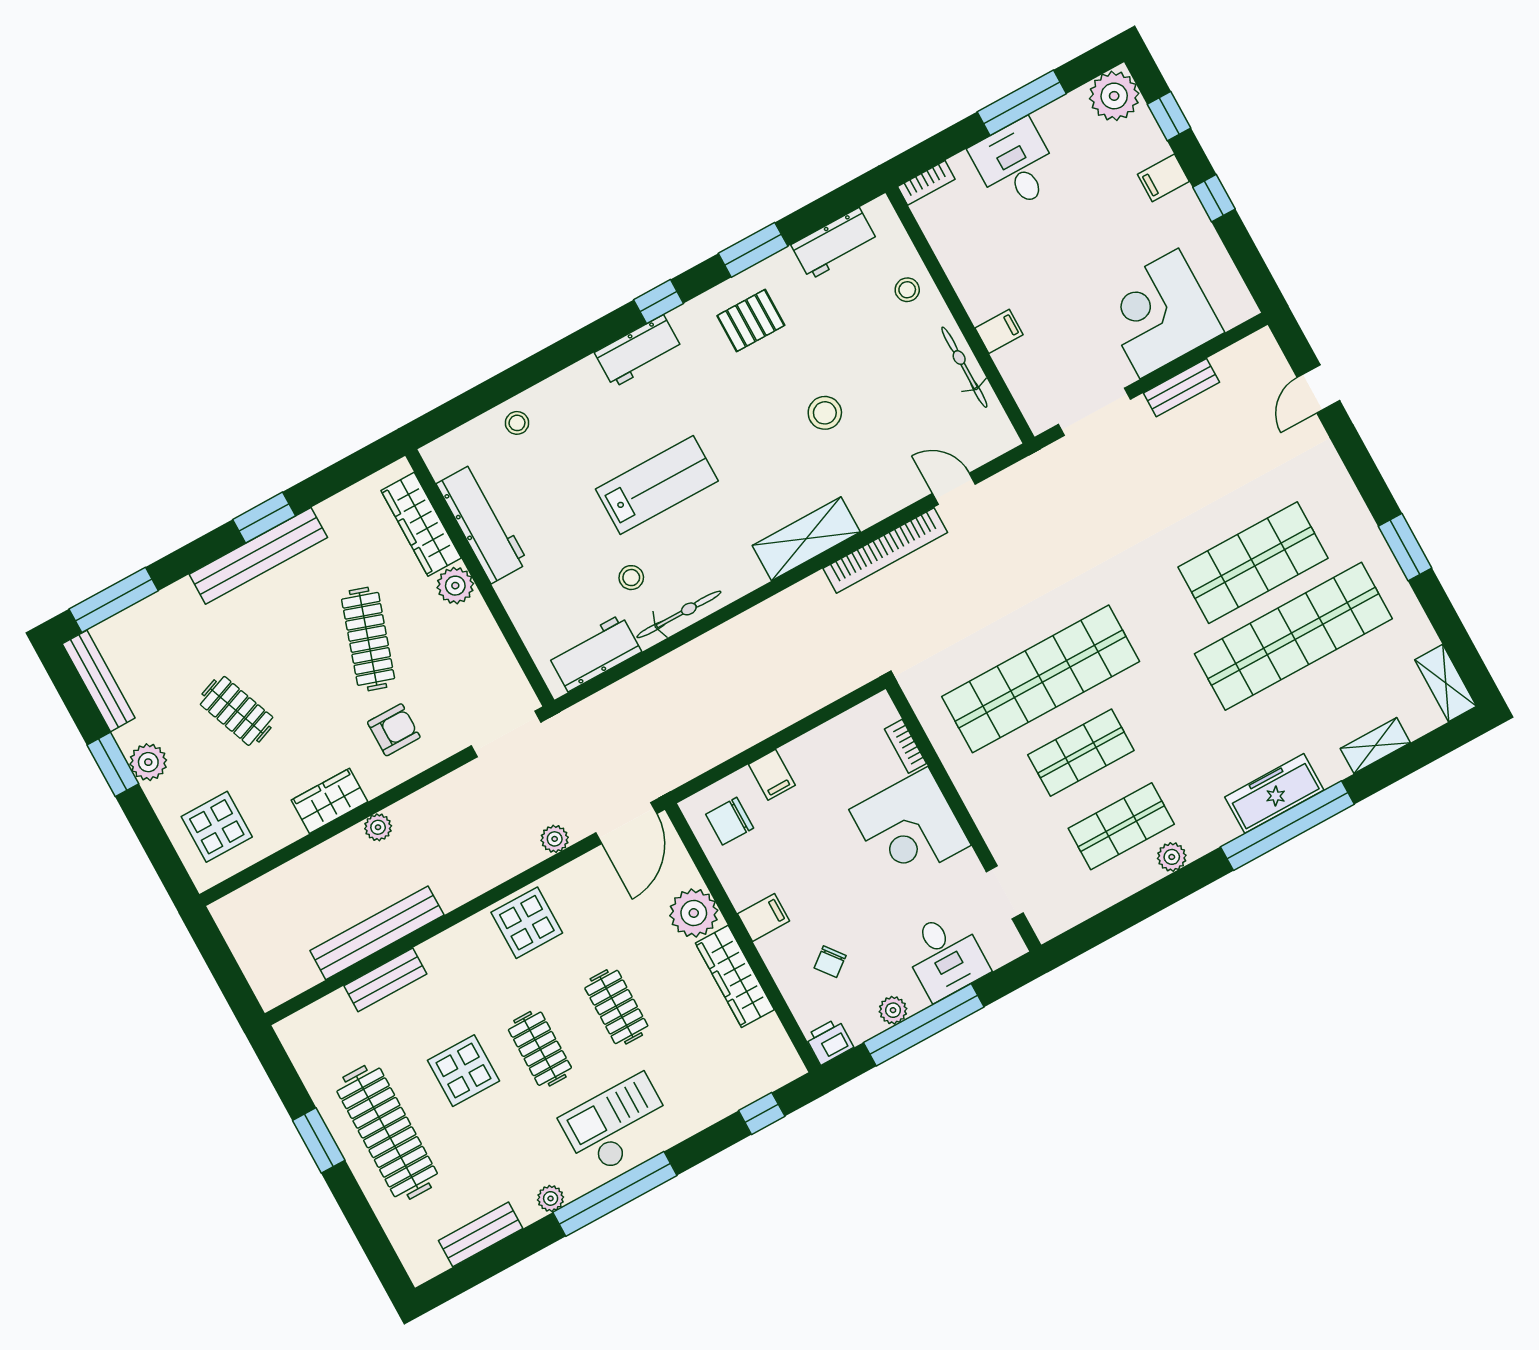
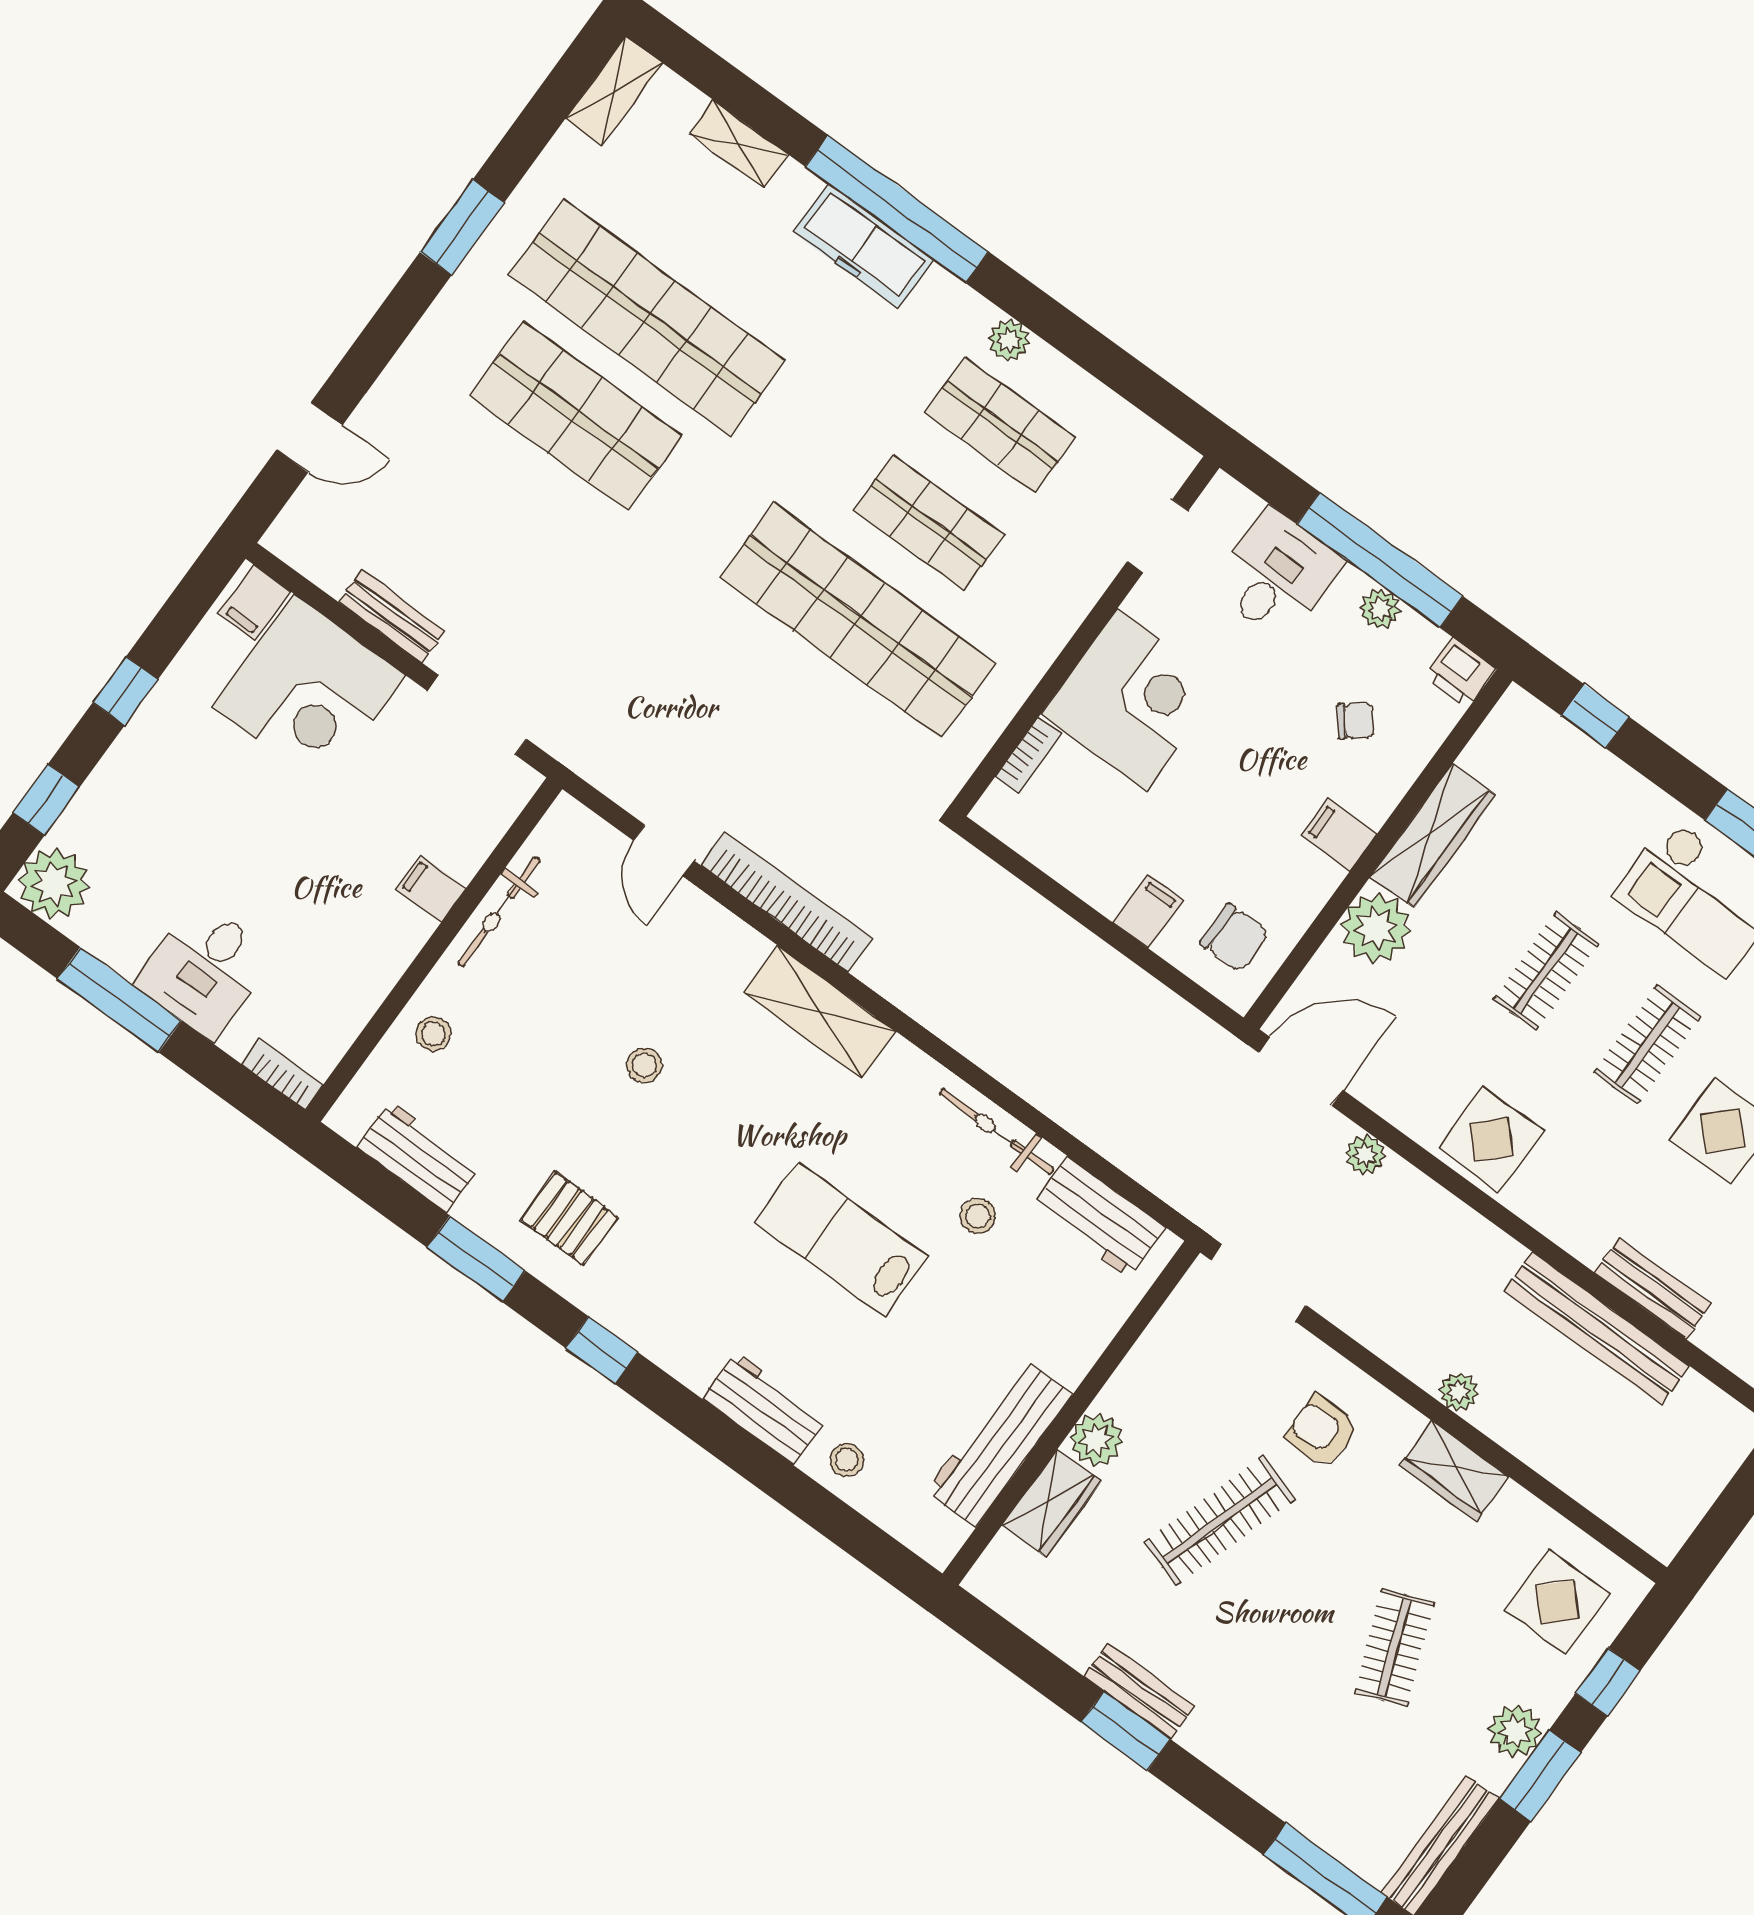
filing cabinet: (1163, 178) -> (254, 603), moved, turned 90
workbench: (639, 351) -> (765, 1408), moved
stool: (825, 413) -> (644, 1065), width x0.73, depth x0.73
wardrobe: (421, 524) -> (1052, 1503), width x0.67
bench: (258, 556) -> (1139, 1691), width x0.54, depth x0.82
window: (151, 835) -> (1608, 1682), added

